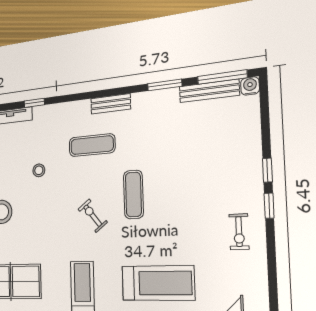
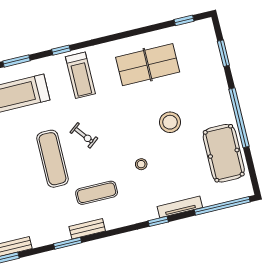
window: (165, 85) -> (68, 243), moved
exercise mat: (133, 194) -> (52, 159), width x1.36, depth x1.45

